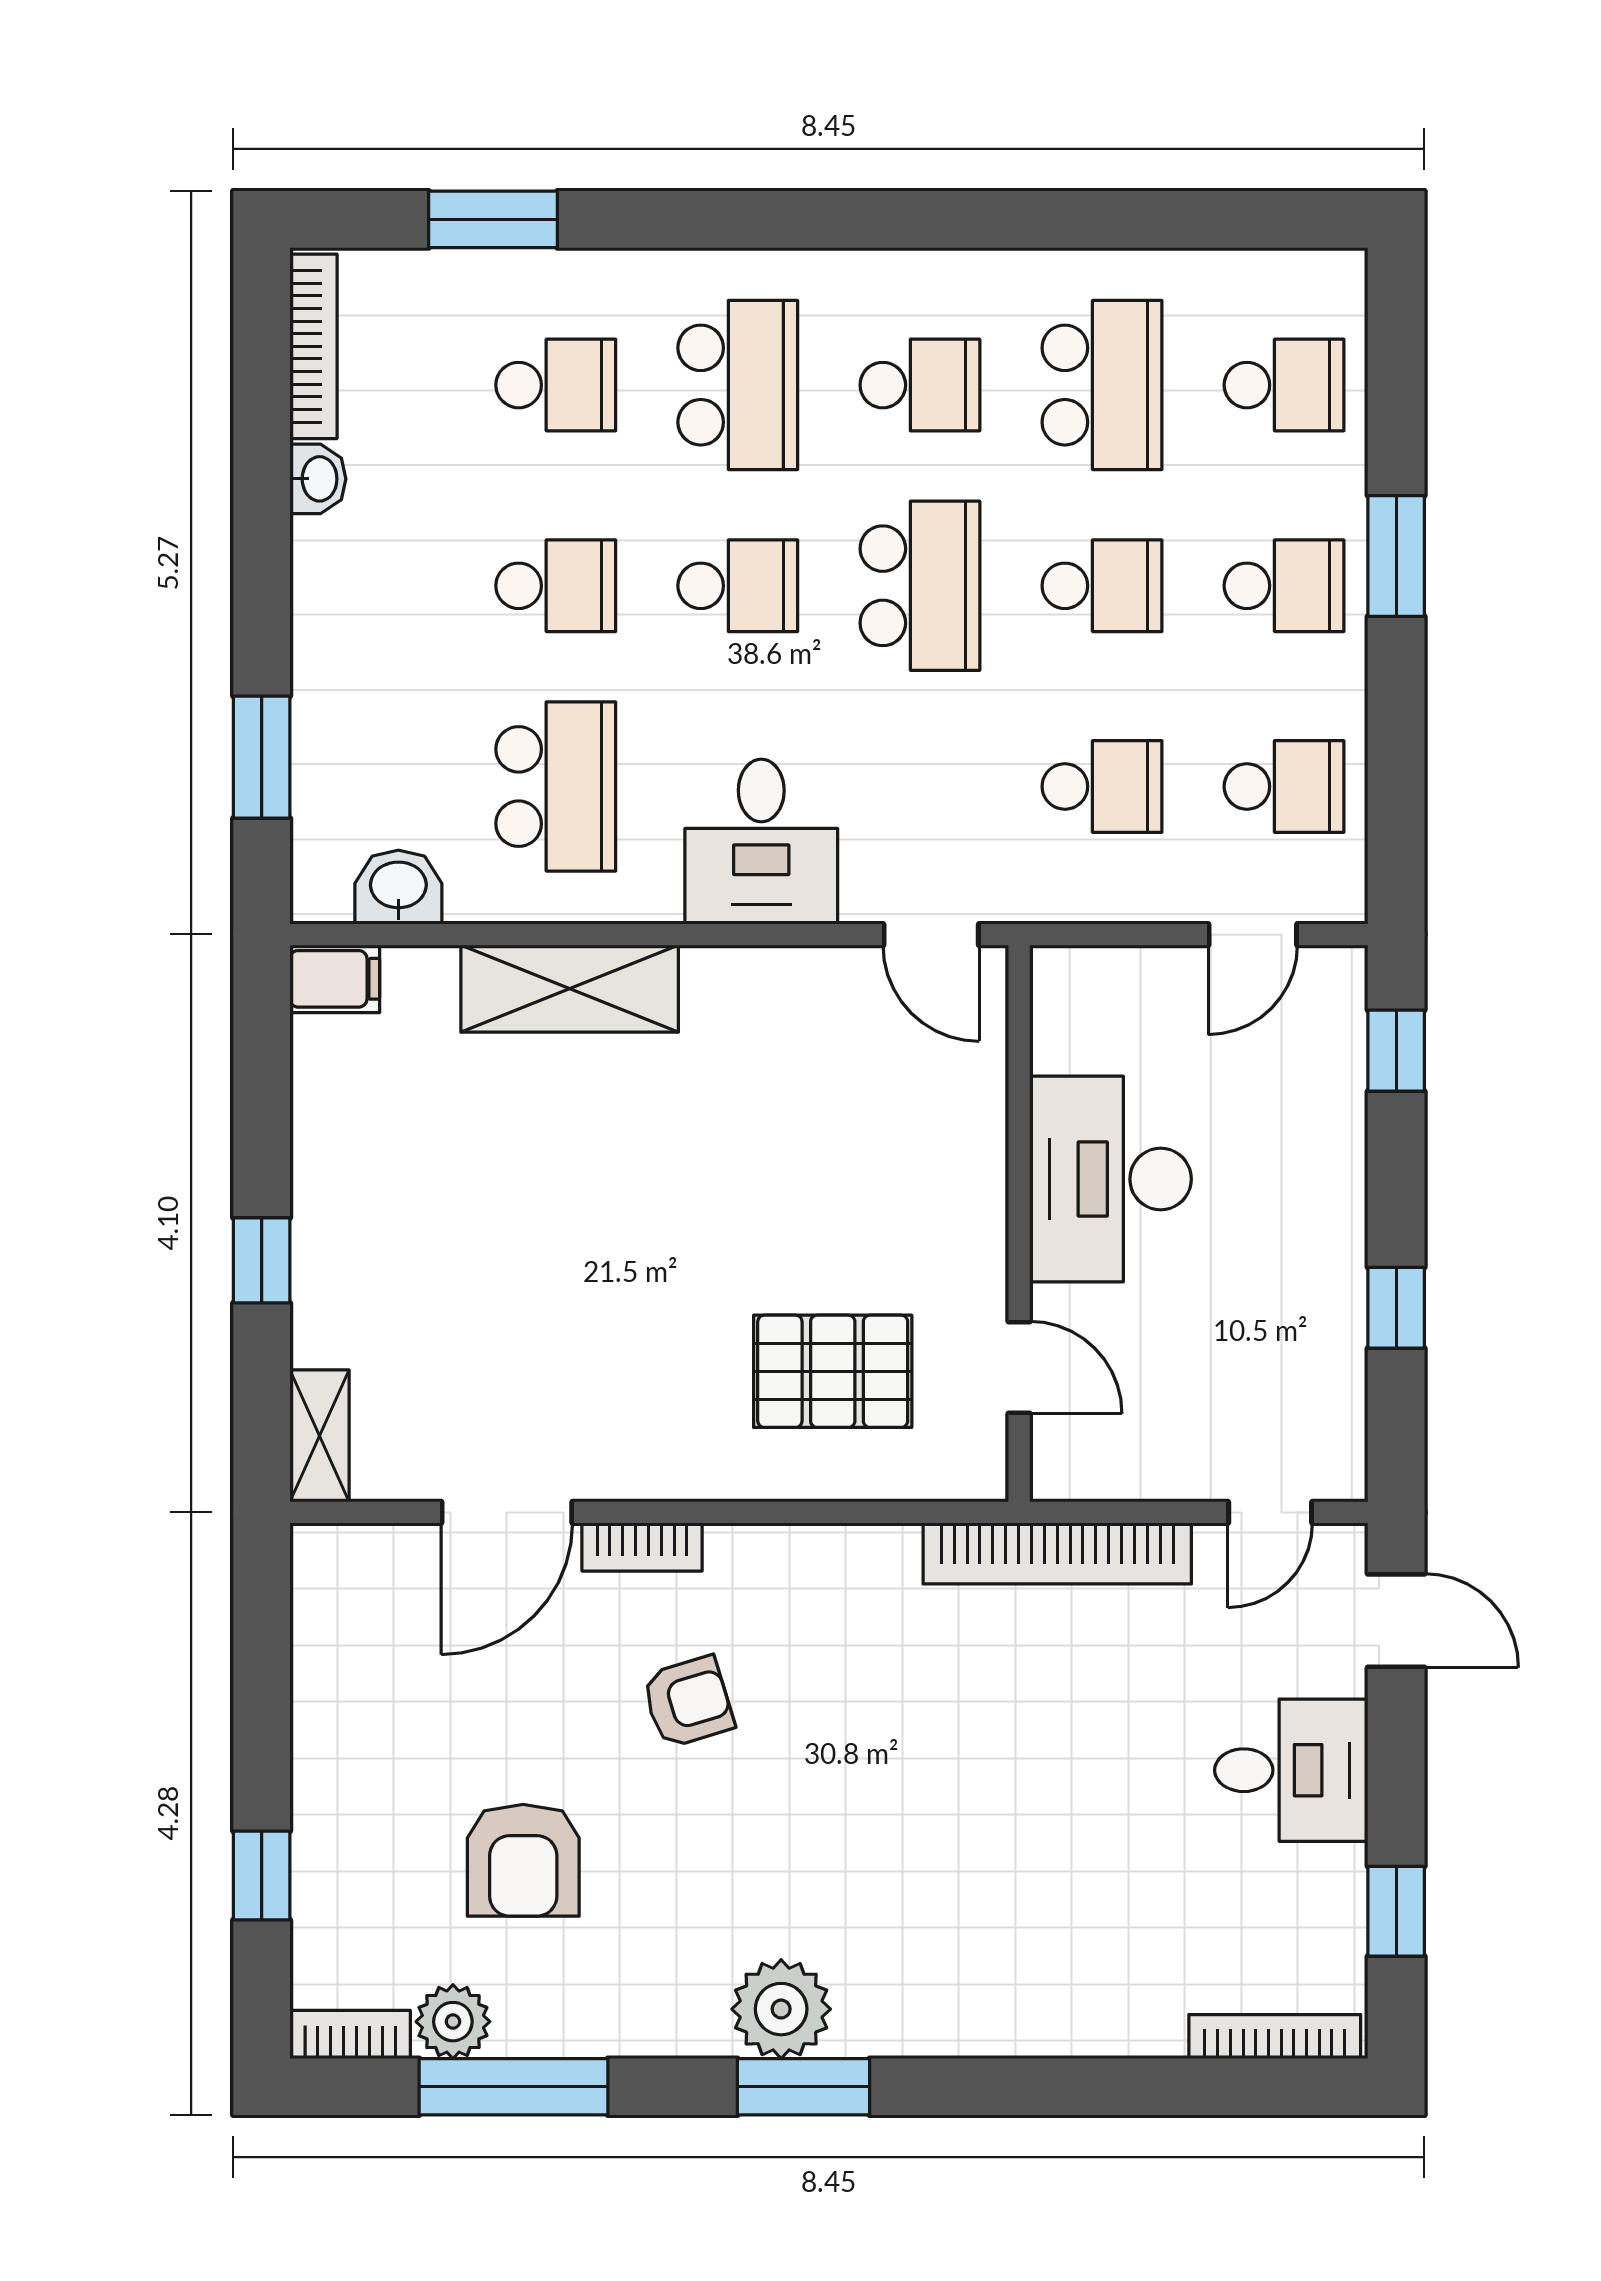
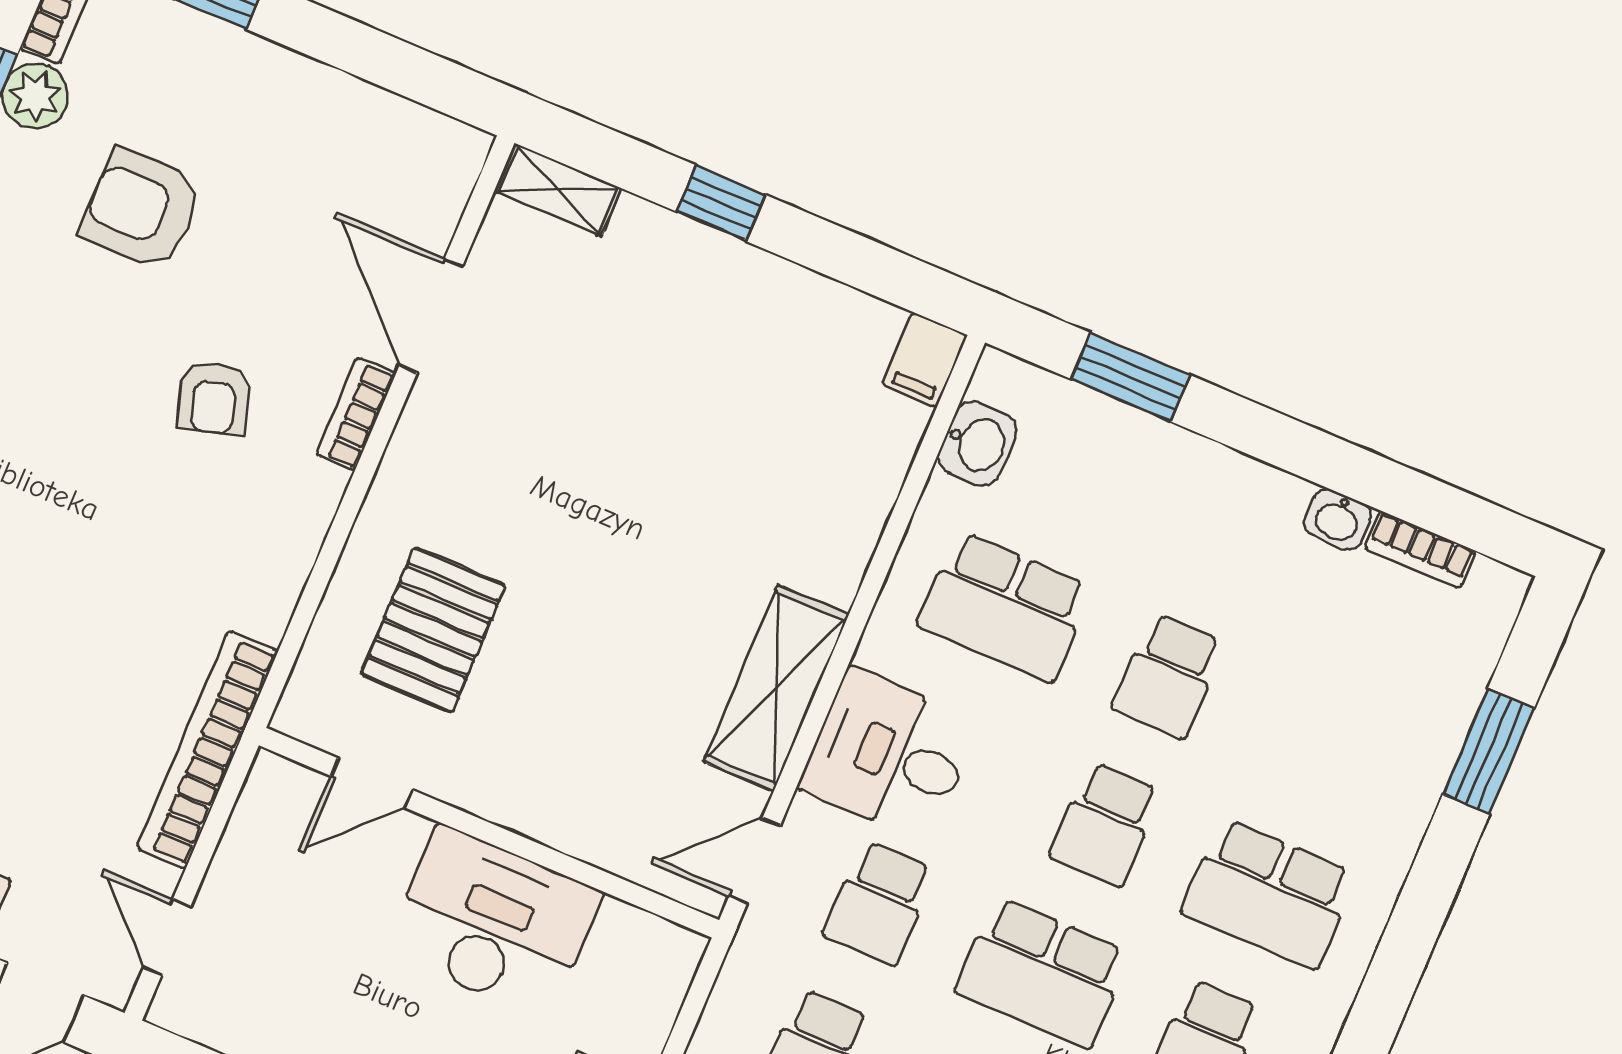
bookcase: (313, 346) -> (1420, 550), width x0.64
school desk: (556, 385) -> (879, 903), moved
shelving: (570, 989) -> (776, 688), moved

